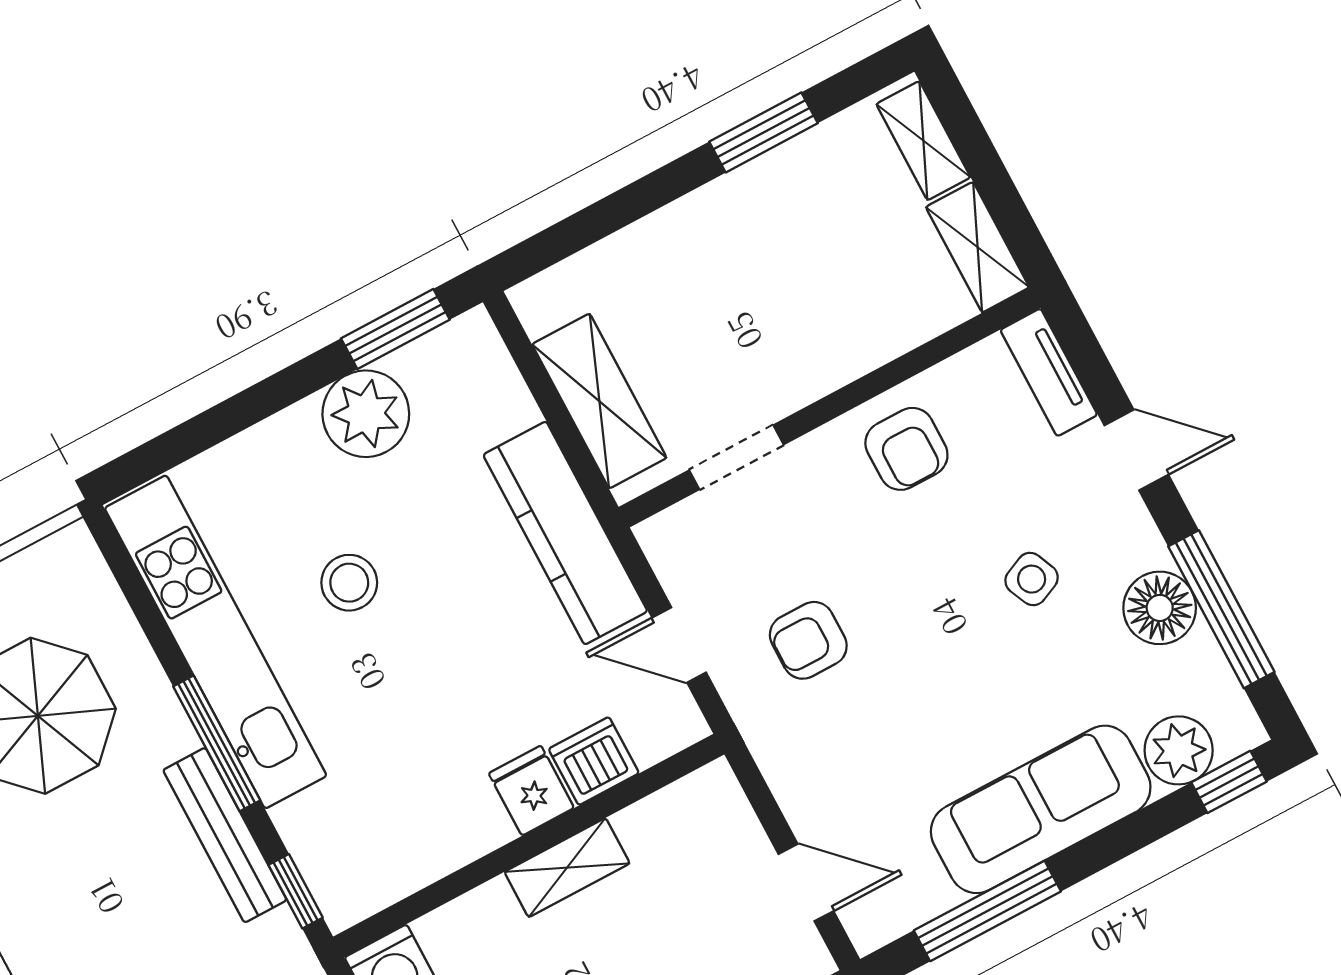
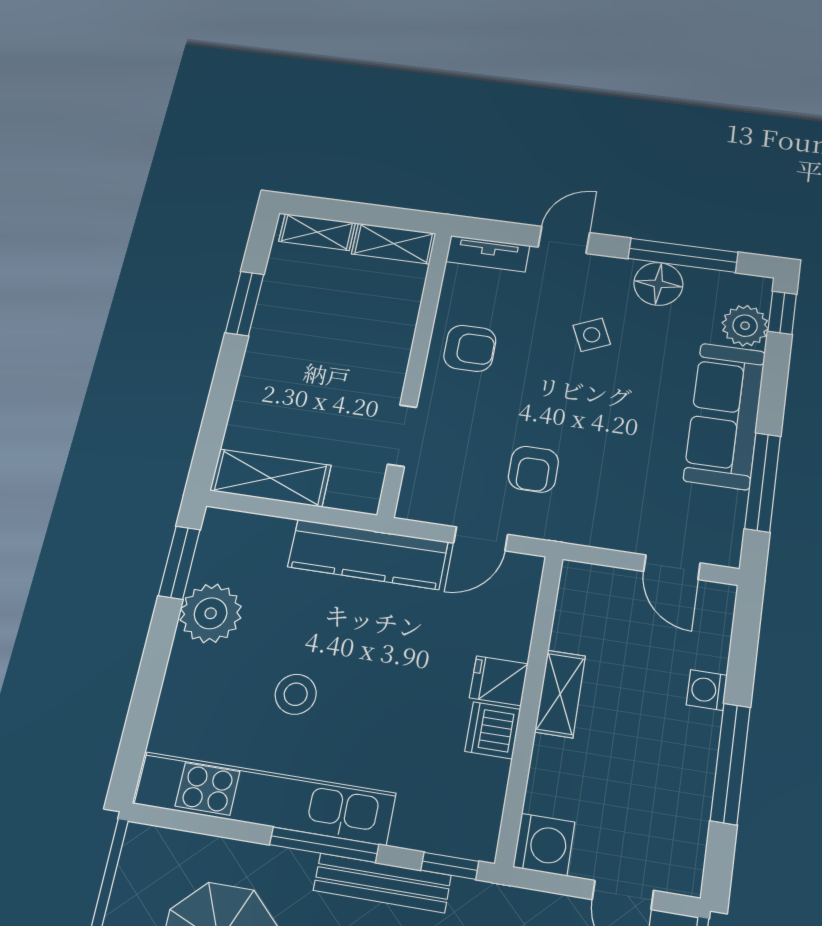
shelving: (599, 401) -> (271, 478), moved
dishwasher: (594, 761) -> (493, 730), moved
door: (806, 883) -> (672, 567), swing flipped

